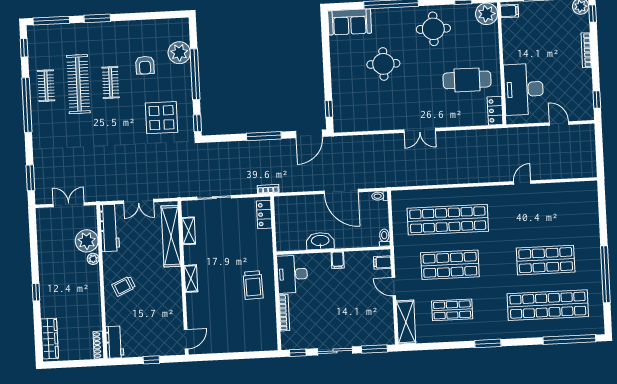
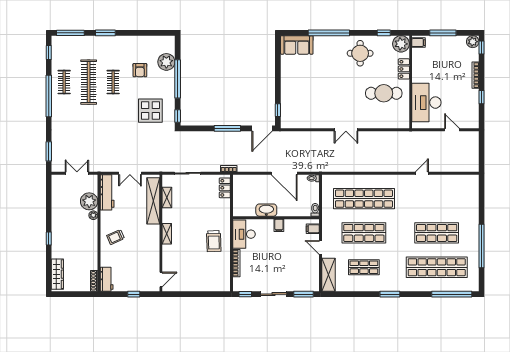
round table: (383, 64) -> (321, 78), removed
window: (597, 99) -> (482, 97), moved
locker: (495, 111) -> (404, 69), moved

